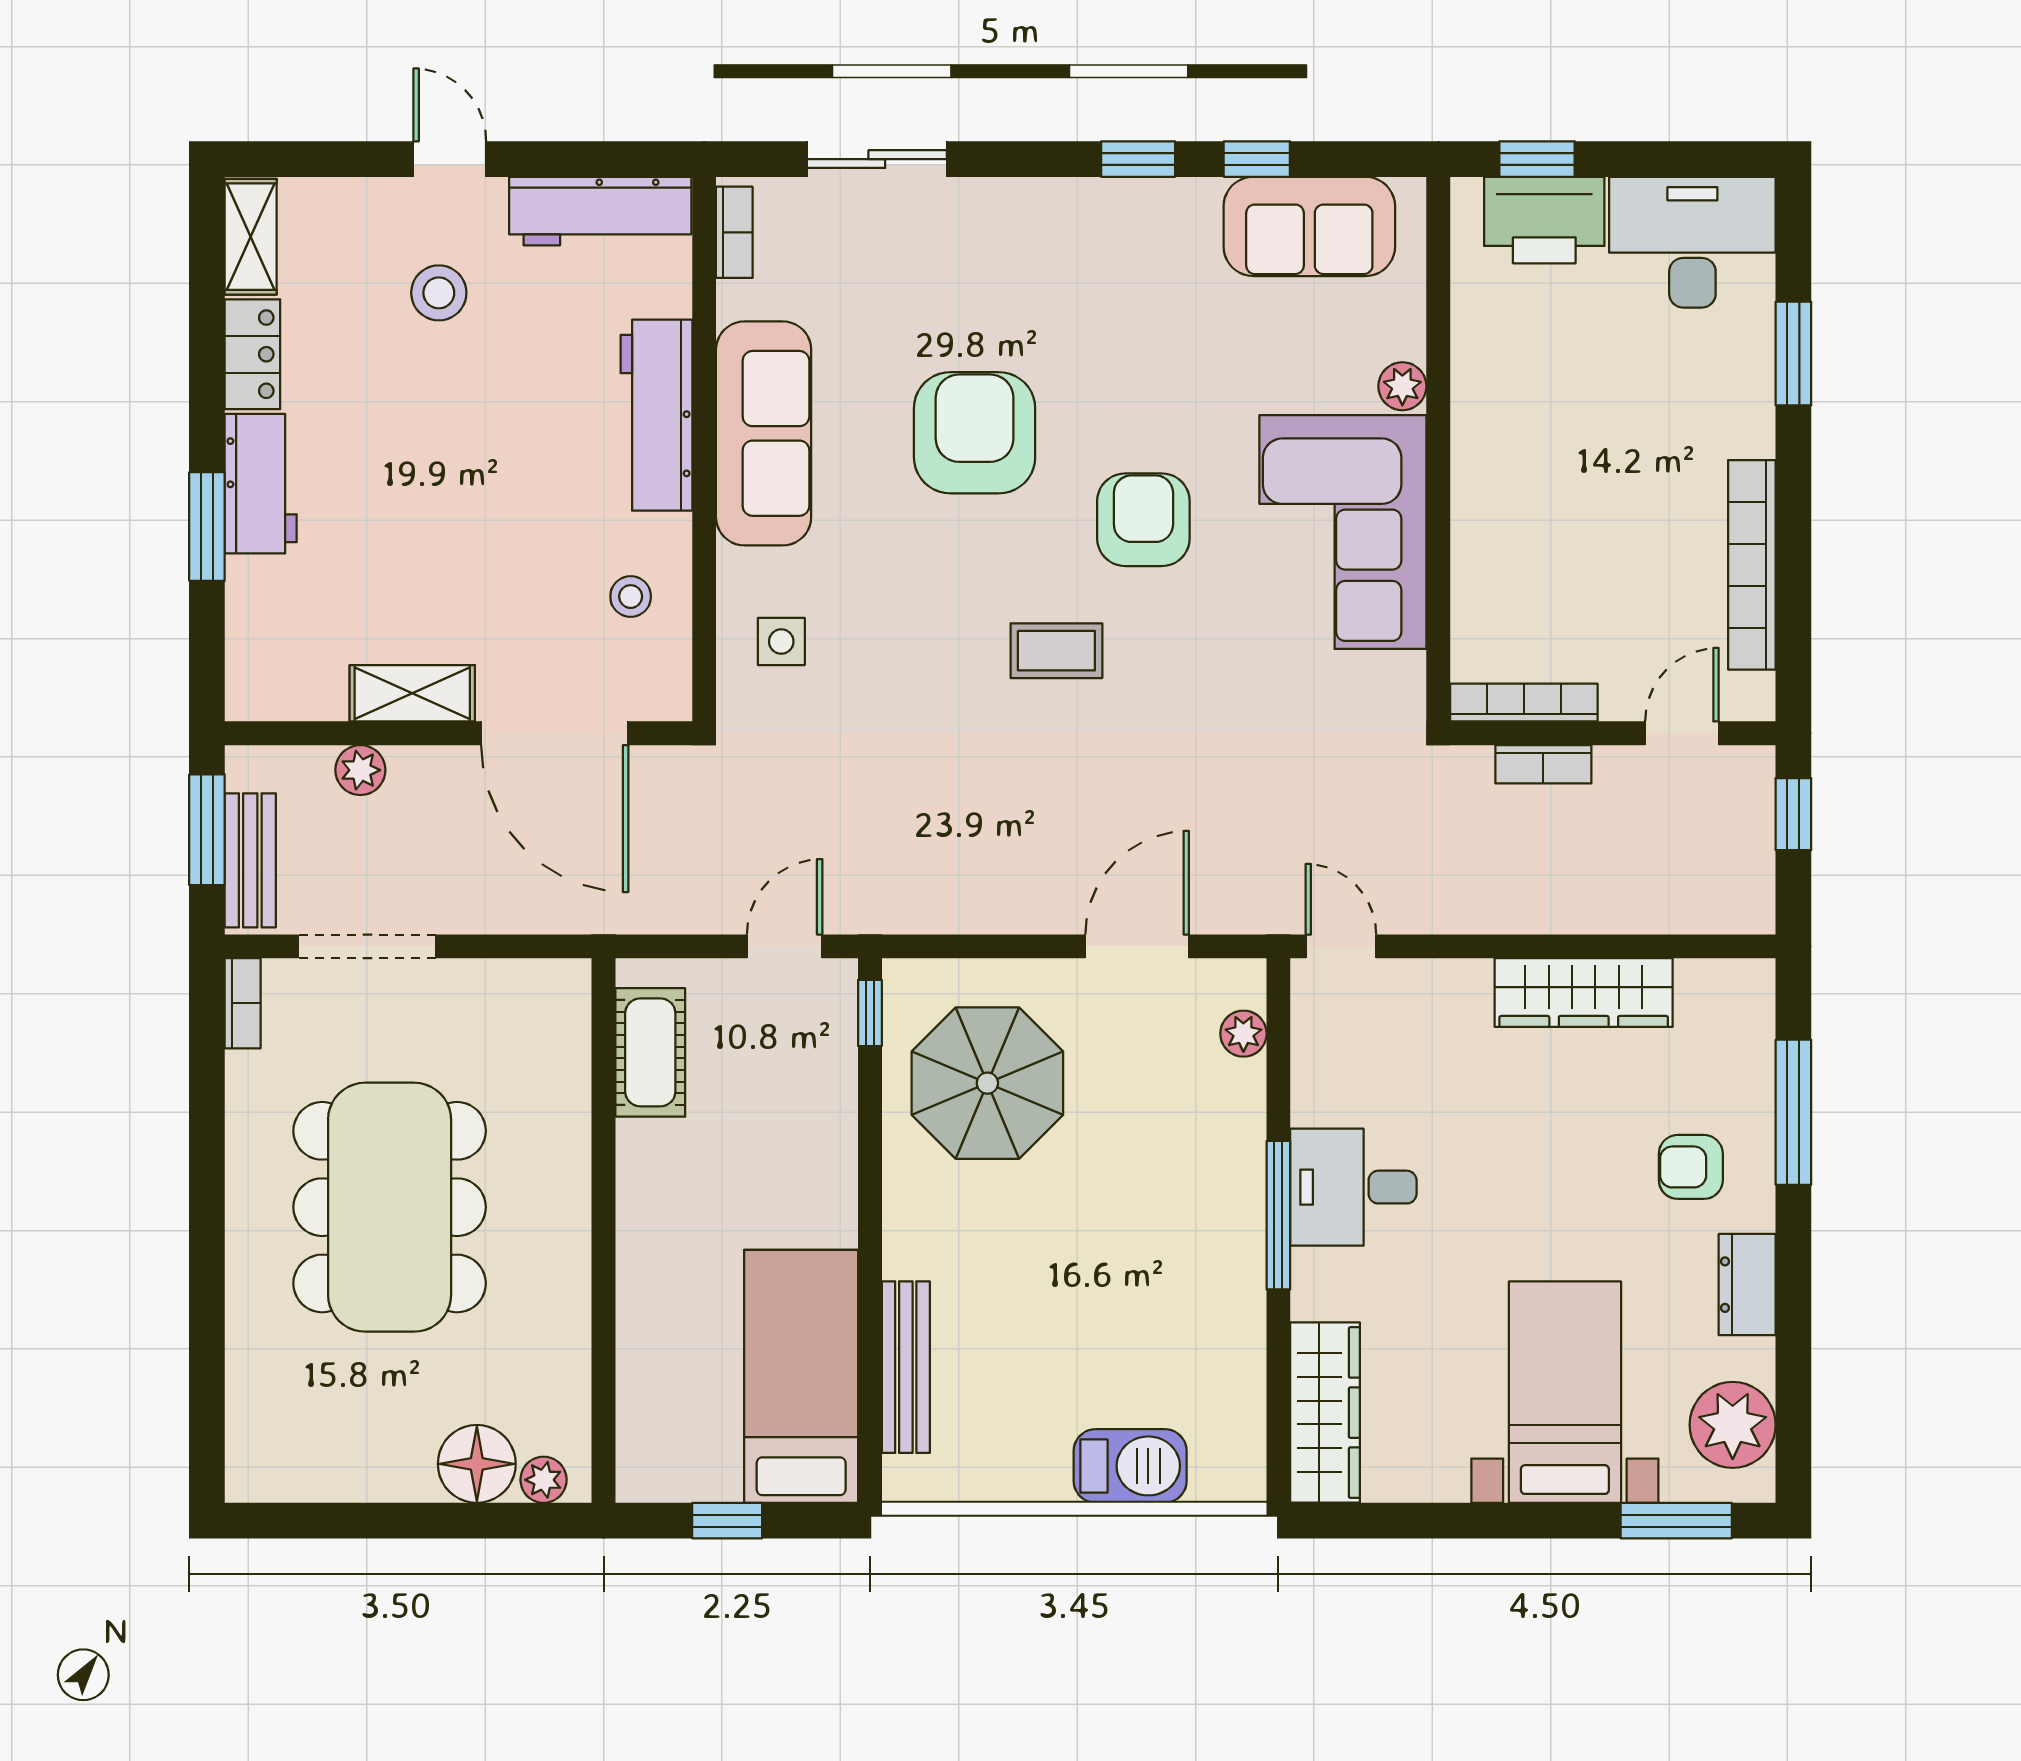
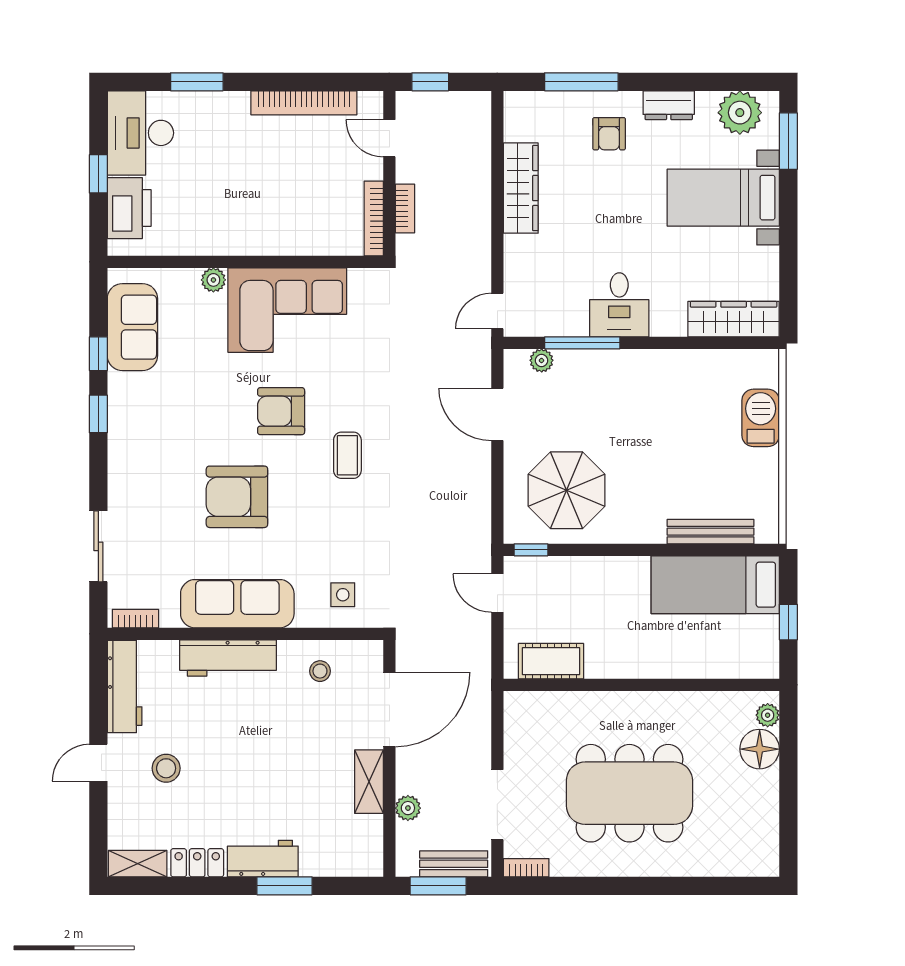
window: (1537, 159) -> (98, 174), moved
window: (1278, 1215) -> (582, 343), moved

